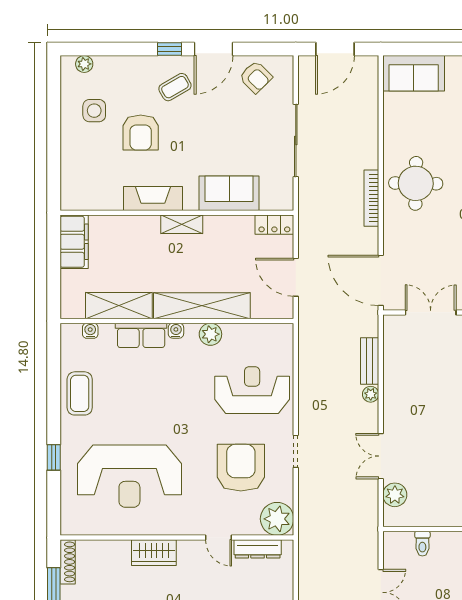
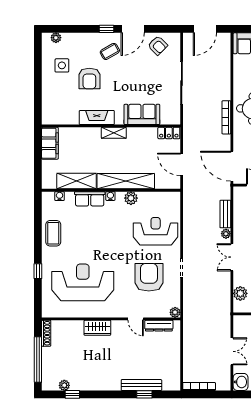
double door: (381, 456) -> (232, 257), moved
reception desk: (129, 476) -> (83, 282), turned 180
plant: (277, 519) -> (175, 312), width x0.53, depth x0.53

